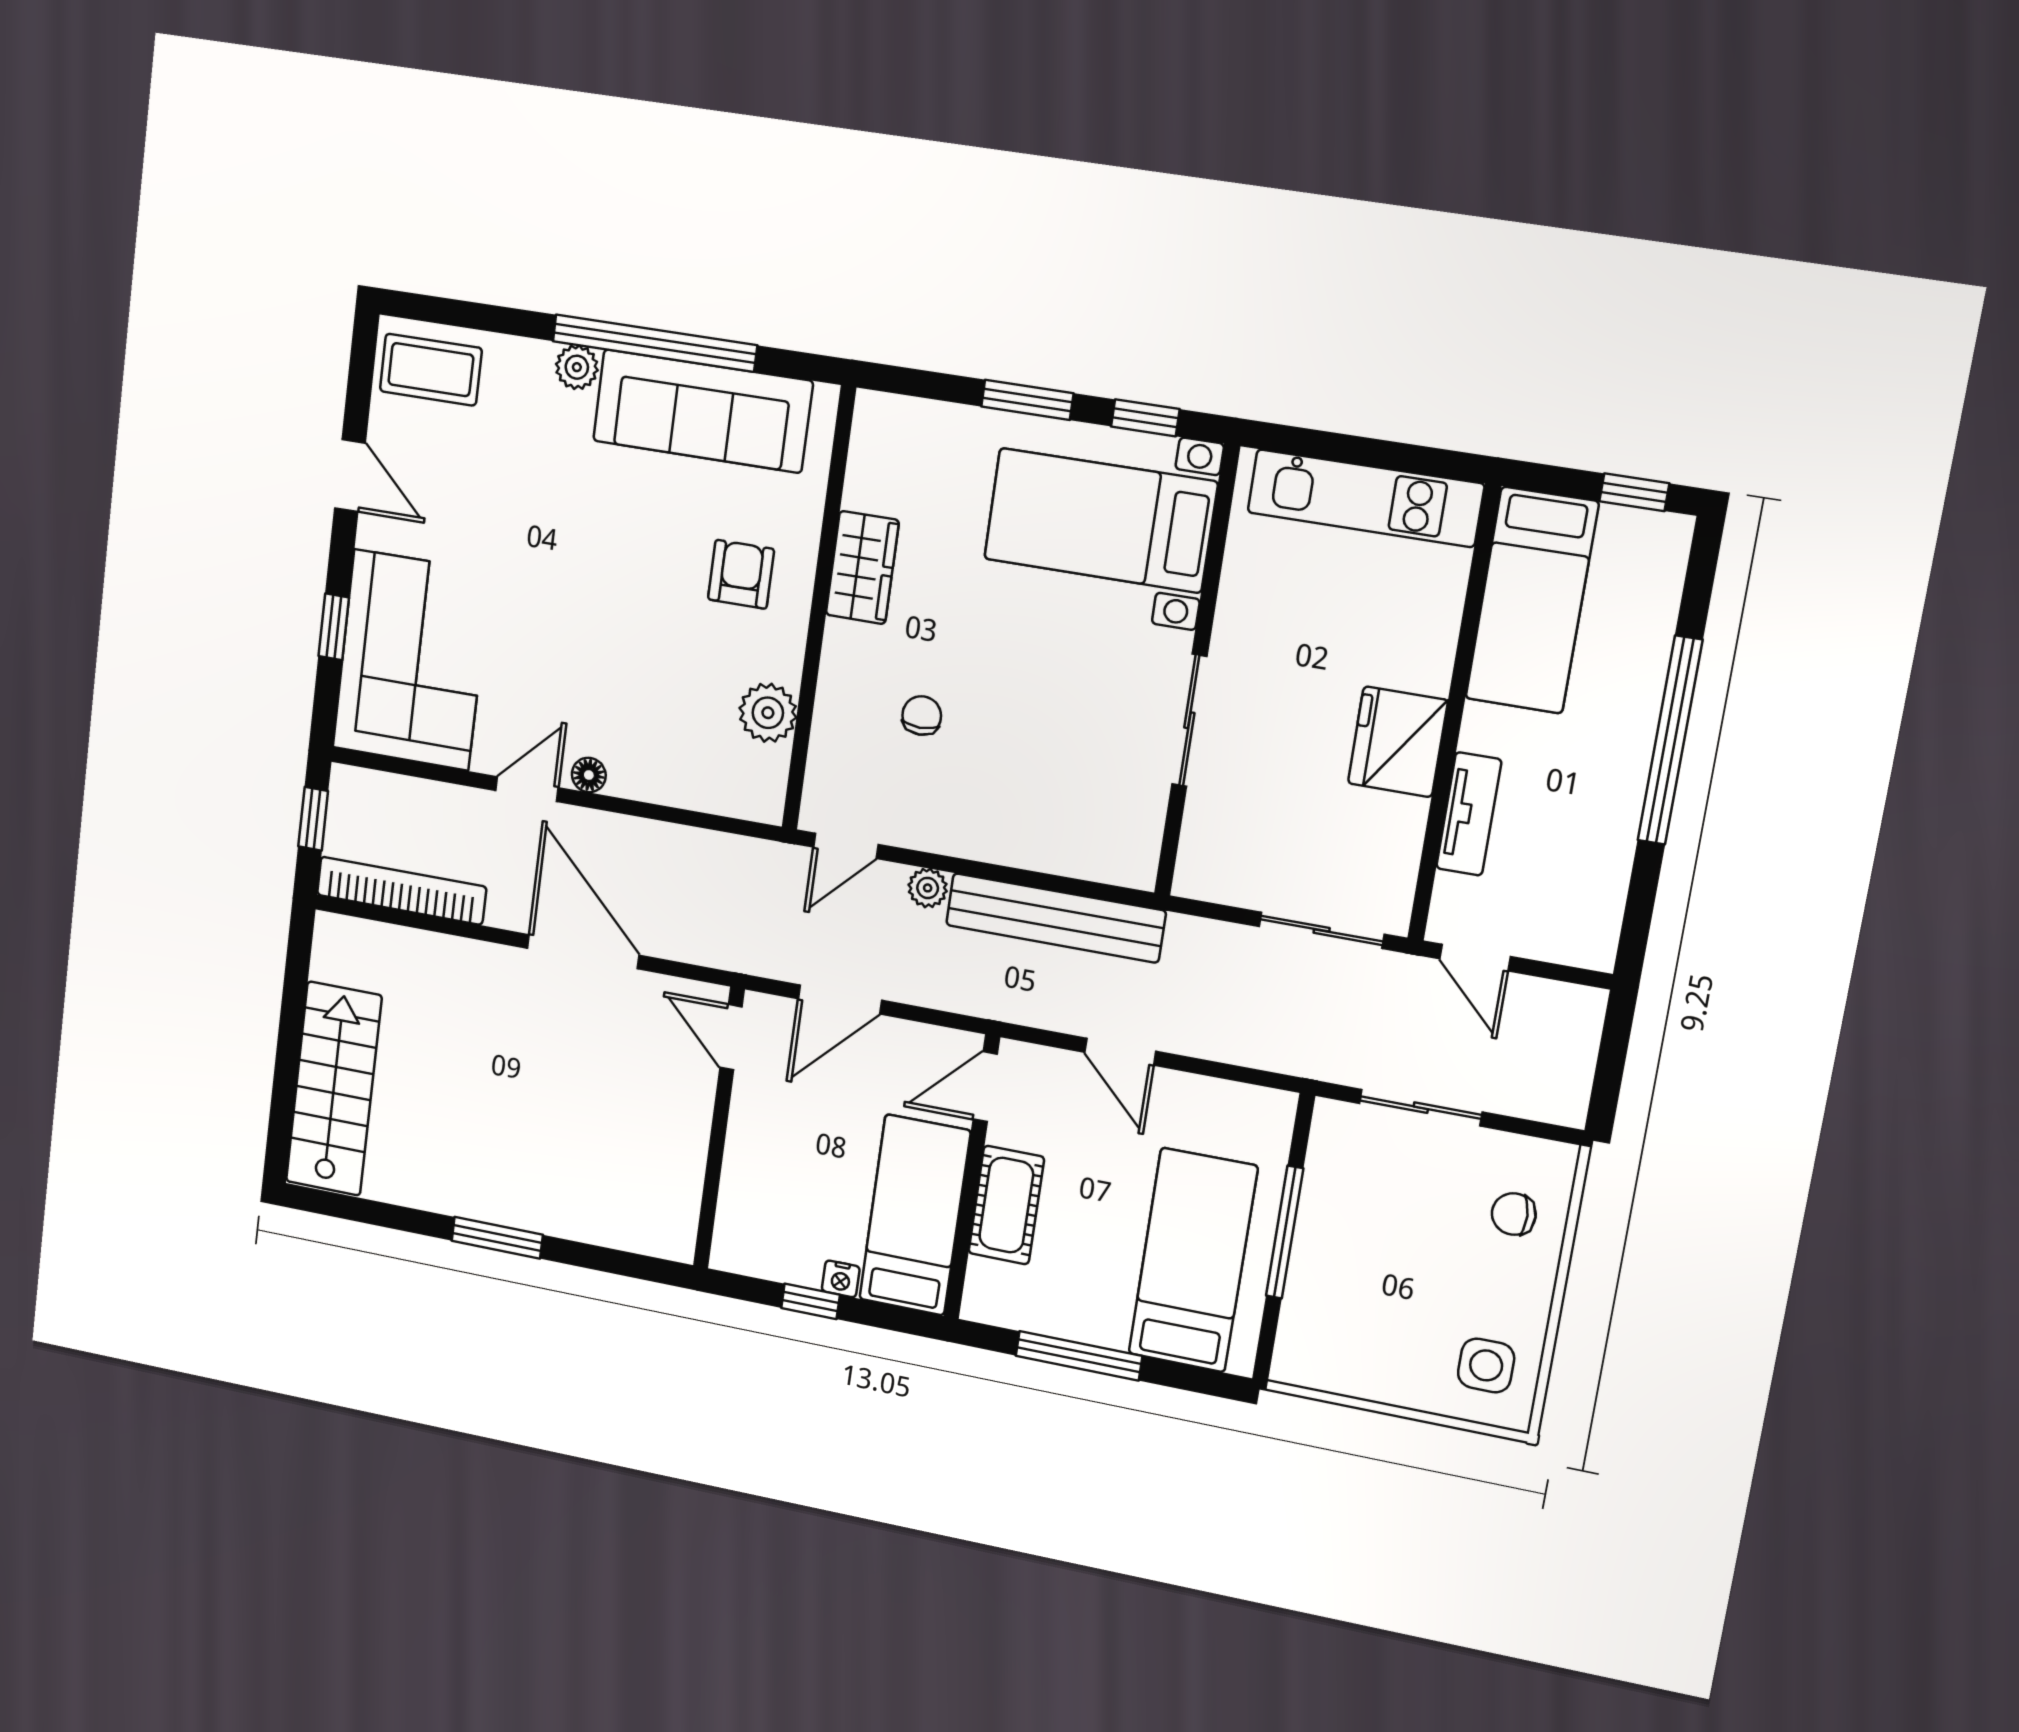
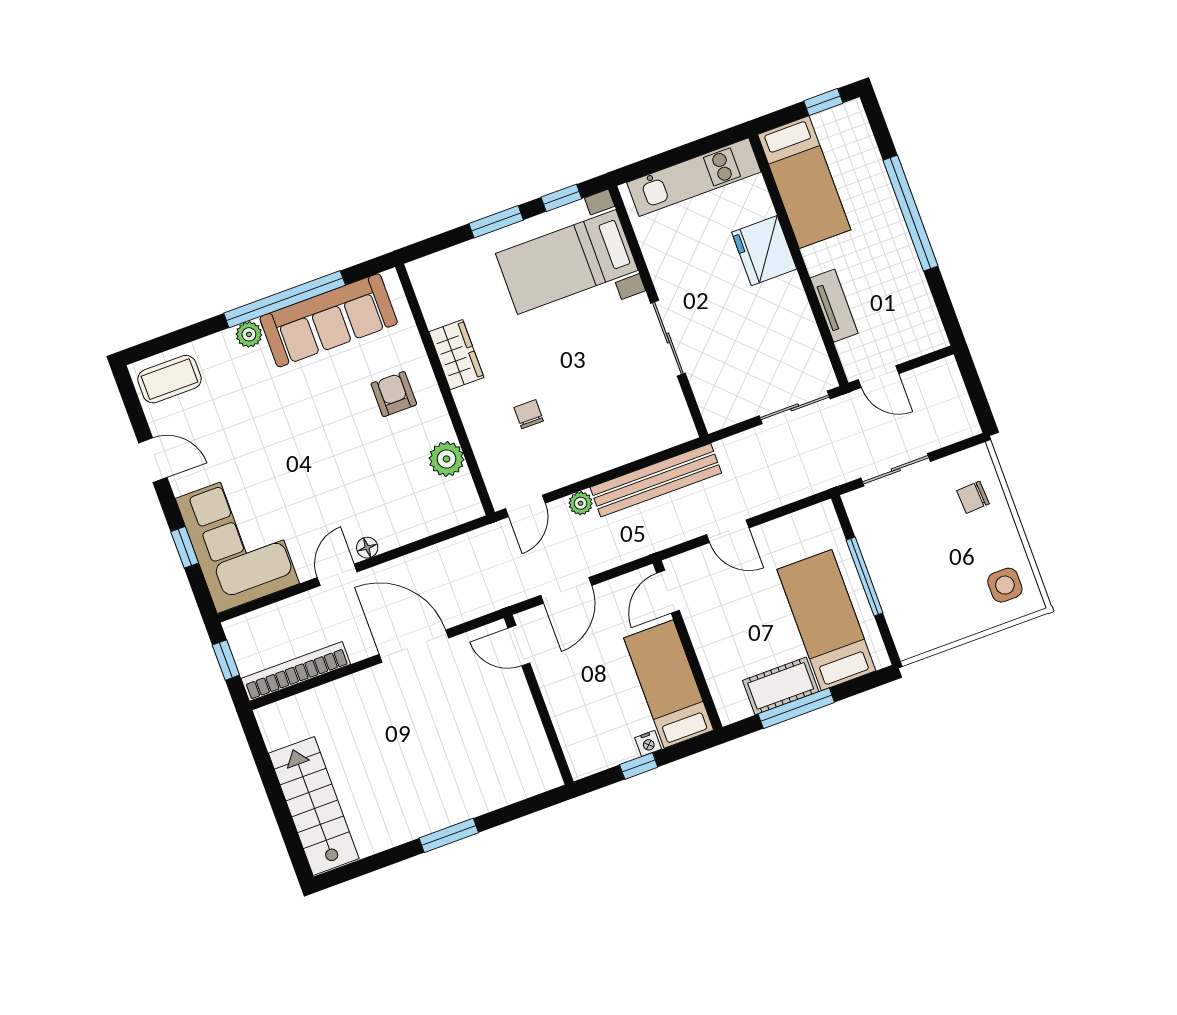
fridge: (1398, 742) -> (764, 251), moved
cot: (1006, 1205) -> (781, 686), moved, turned 90

